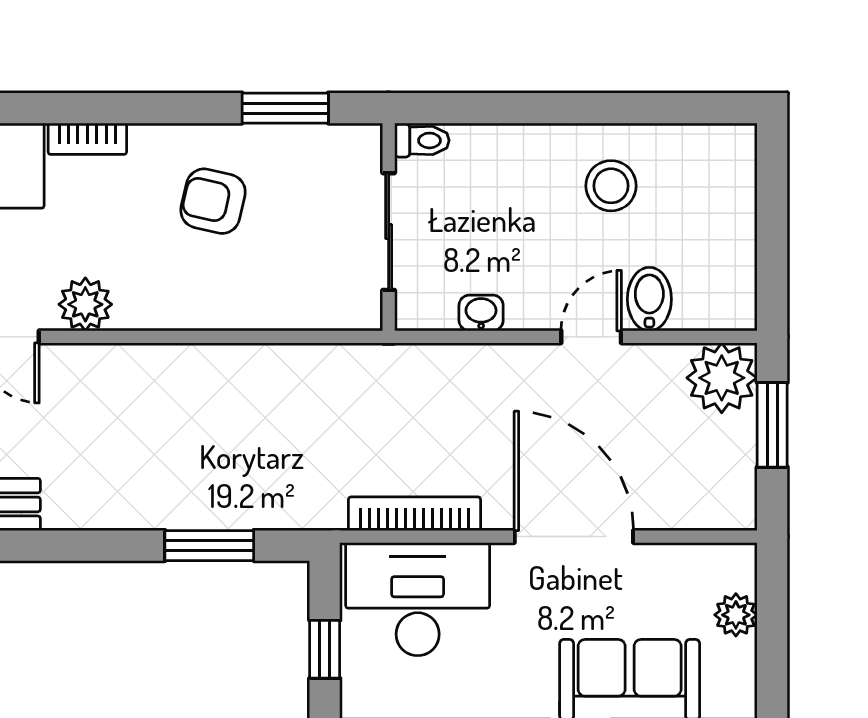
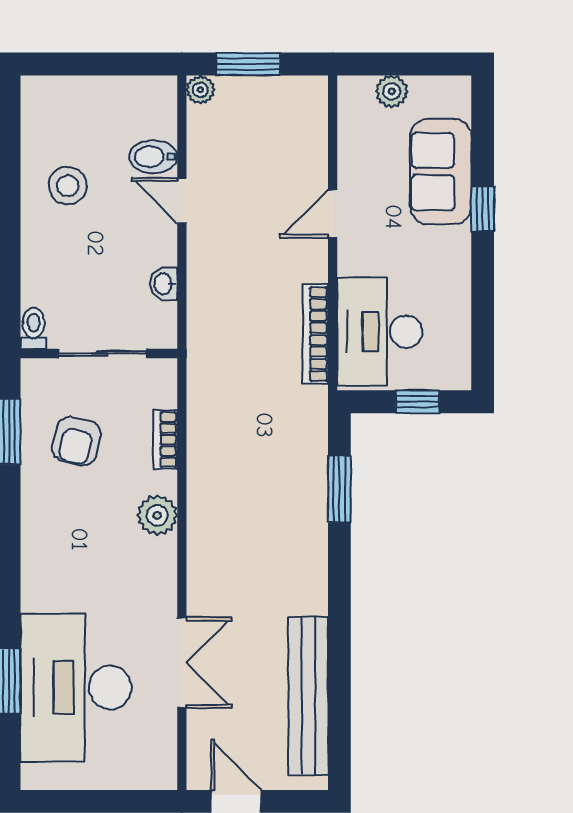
bookcase: (87, 139) -> (165, 440), moved, turned 180
armchair: (213, 201) -> (77, 441), moved
plant: (85, 304) -> (157, 515), moved
plant: (722, 378) -> (200, 90), width x0.53, depth x0.53
door: (574, 537) -> (333, 214), width x0.53

